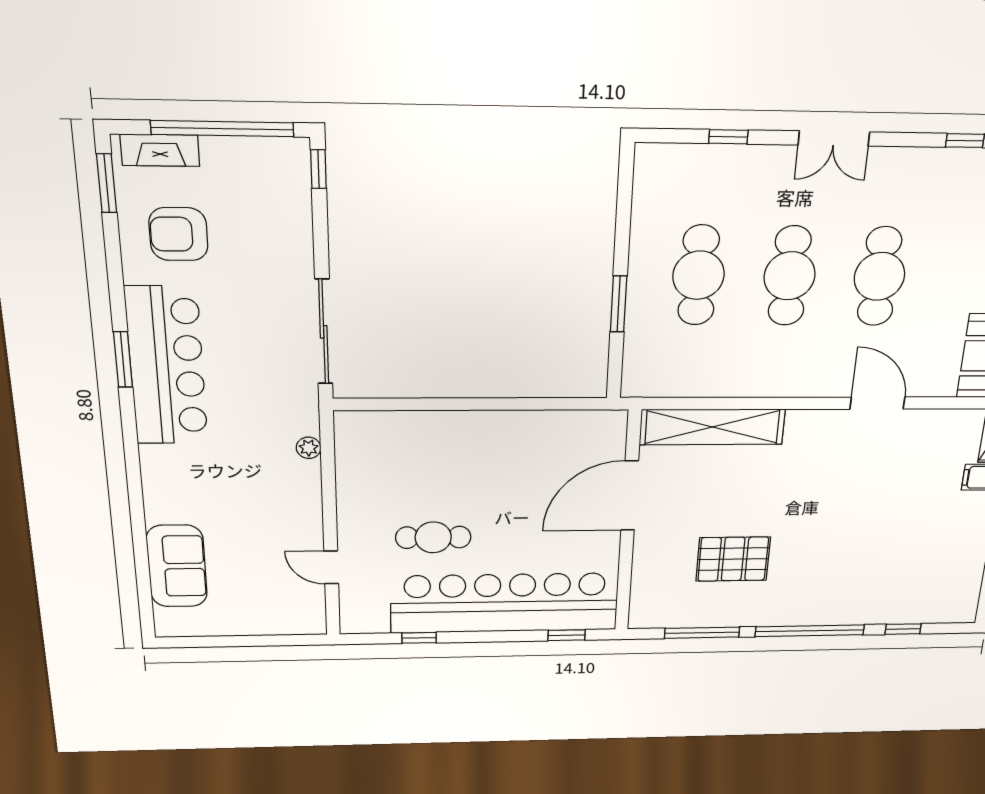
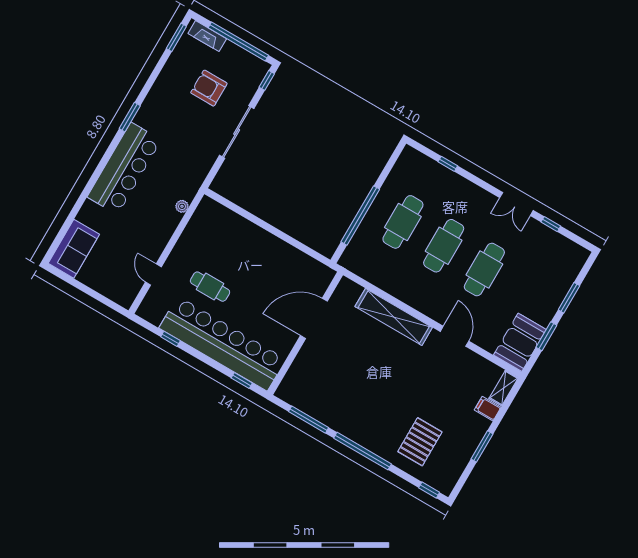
double door: (834, 138) -> (516, 204), moved
armchair: (178, 234) -> (209, 88), moved
window: (619, 304) -> (360, 216), width x2.11
sliding door: (324, 332) -> (237, 132), moved
bar counter: (167, 366) -> (124, 168), moved
shelving: (712, 427) -> (394, 317), moved
pallet: (733, 559) -> (420, 442), moved, turned 90
sofa: (177, 566) -> (74, 249), moved
window: (903, 629) -> (429, 490), moved

